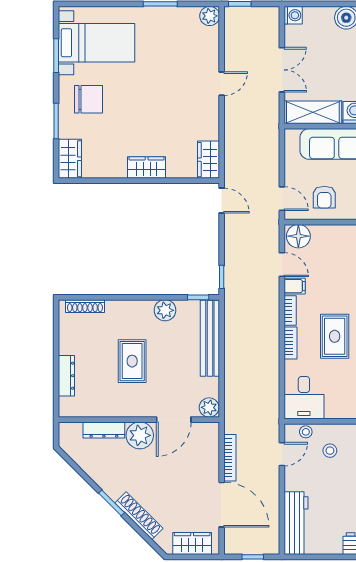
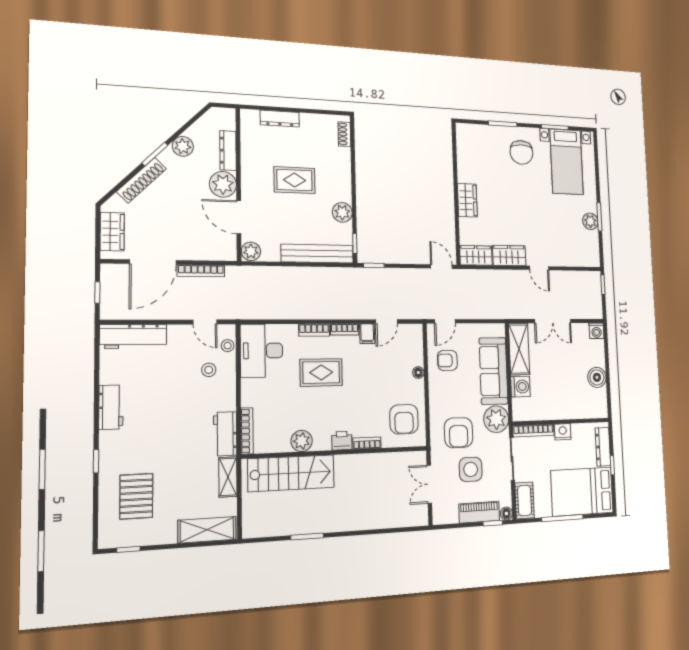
plant: (210, 16) -> (590, 221), moved
wardrobe: (70, 159) -> (509, 256), moved, turned 180
door: (222, 200) -> (441, 267), swing flipped
floor lamp: (298, 236) -> (418, 373), moved, width x0.53, depth x0.53
shoe rack: (85, 306) -> (344, 134), width x0.70
desk: (304, 398) -> (261, 351), width x1.37
plant: (102, 475) -> (183, 146), added

